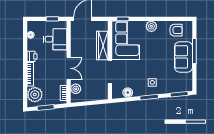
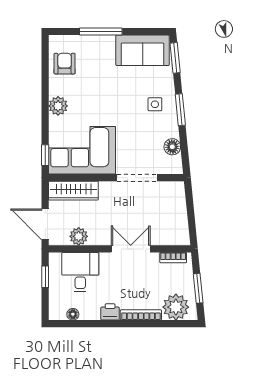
wardrobe: (102, 45) -> (73, 191), moved
sofa: (184, 57) -> (143, 50), moved
plant: (76, 89) -> (79, 236), moved

